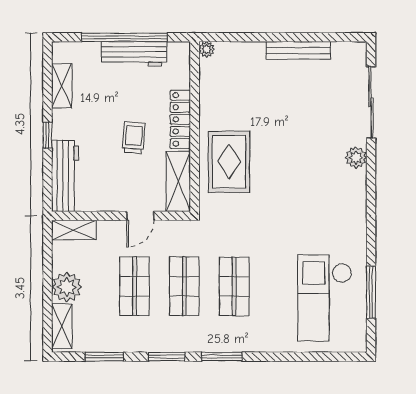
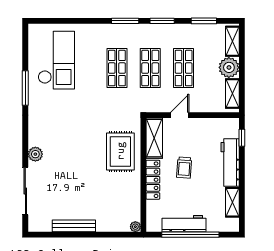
window: (48, 135) -> (242, 138), moved
workbench: (65, 176) -> (230, 162), moved
shelving: (74, 230) -> (232, 94), moved, turned 90
window: (371, 292) -> (25, 88), moved

